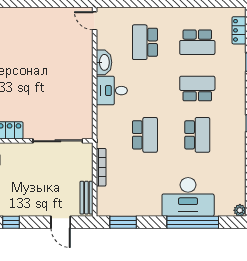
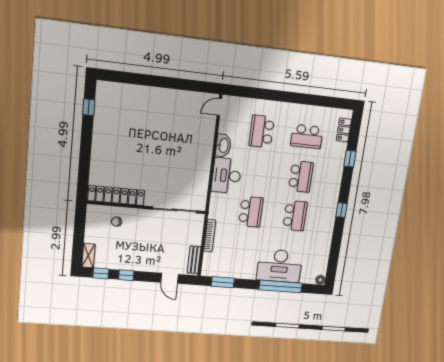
door: (95, 21) -> (219, 107), hinge flipped
school desk: (197, 89) -> (301, 177), turned 90
desk: (112, 91) -> (226, 176), width x1.37

